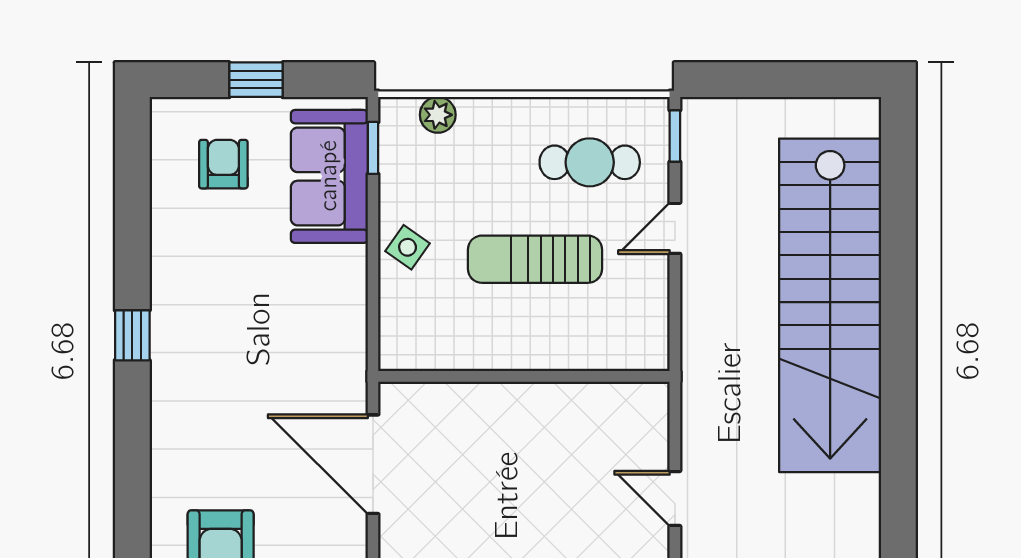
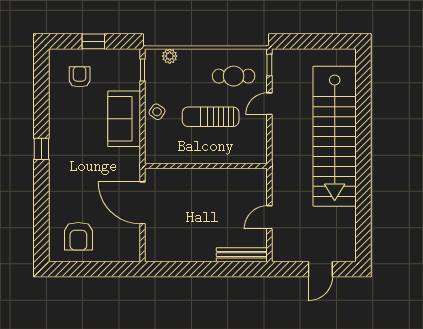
sofa: (329, 176) -> (124, 119), moved
door: (675, 499) -> (269, 217), hinge flipped

